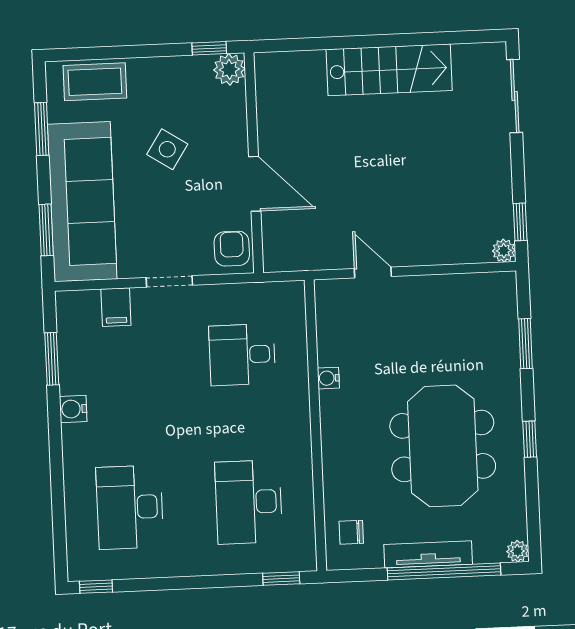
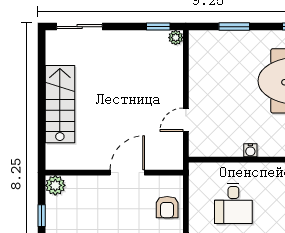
plant: (229, 69) -> (55, 185), moved
wall: (254, 163) -> (114, 173), moved
door: (255, 184) -> (127, 173), moved
armchair: (232, 249) -> (167, 207), turned -90

